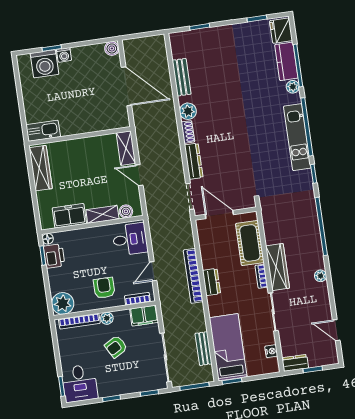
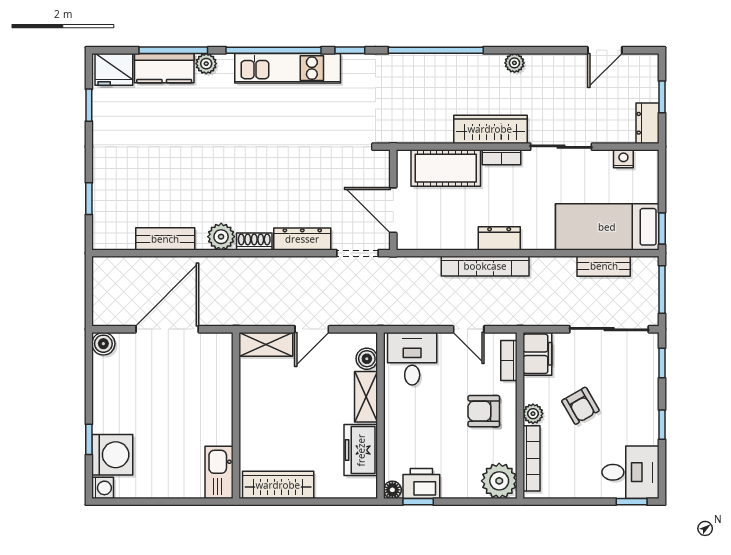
washing machine: (64, 55) -> (103, 488), moved
door: (219, 214) -> (393, 210), hinge flipped

